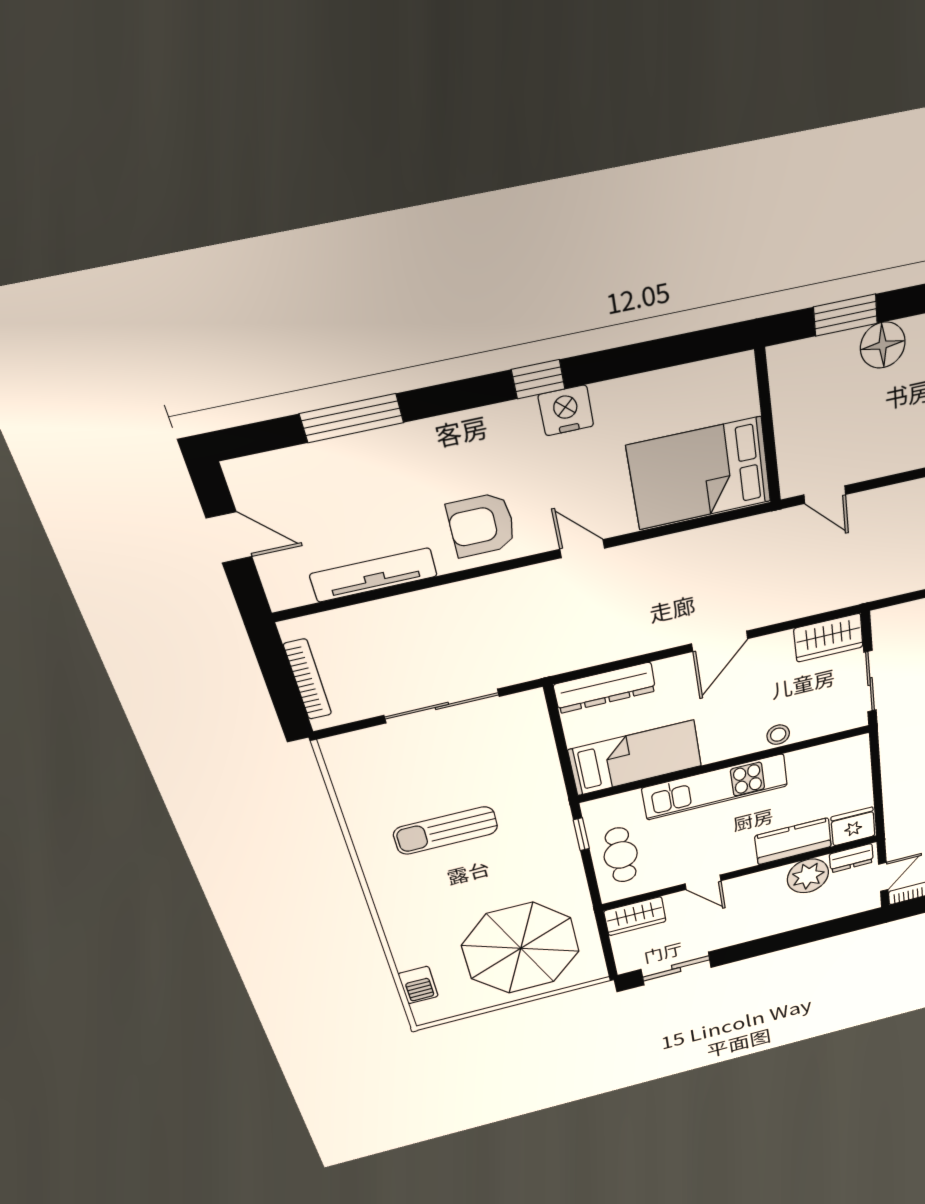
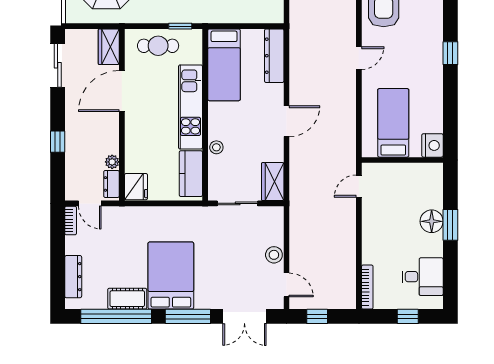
window: (846, 315) -> (450, 225), moved
nightstand: (566, 410) -> (432, 145), moved
bed: (700, 474) -> (393, 123), width x0.67
door: (720, 641) -> (287, 121), swing flipped
kitchen counter: (793, 841) -> (191, 174), moved, turned 180
plant: (808, 876) -> (112, 162), width x0.53, depth x0.53
door: (703, 882) -> (122, 91), width x1.88
window: (793, 938) -> (58, 142), added

